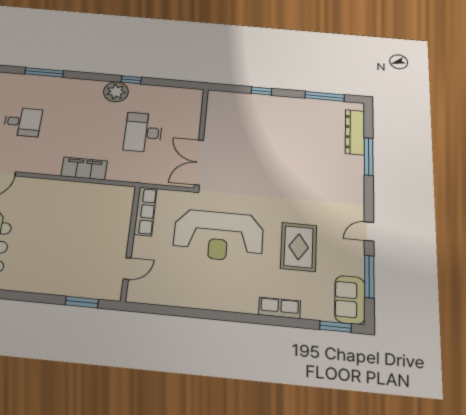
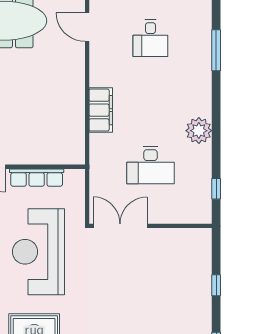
window: (131, 80) -> (216, 189), moved
desk: (143, 132) -> (150, 165), turned 180
row of seats: (145, 211) -> (37, 178), moved

